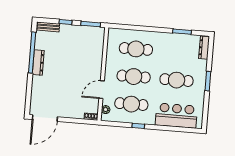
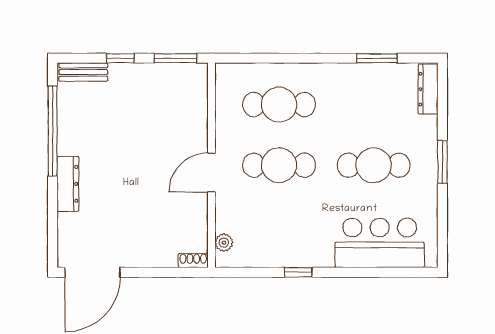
dresser: (38, 63) -> (68, 184), moved
door: (102, 90) -> (211, 172), moved
cafe table: (131, 104) -> (279, 226), removed

